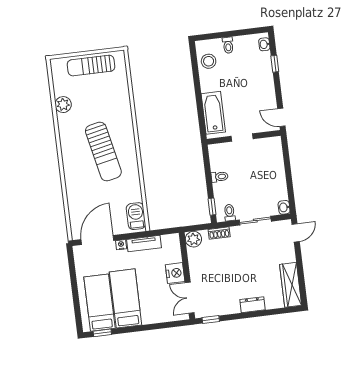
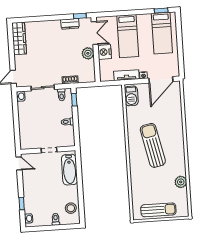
plant: (193, 239) -> (88, 53), moved
bed: (126, 298) -> (128, 36), moved
dresser: (252, 305) -> (70, 24), moved

